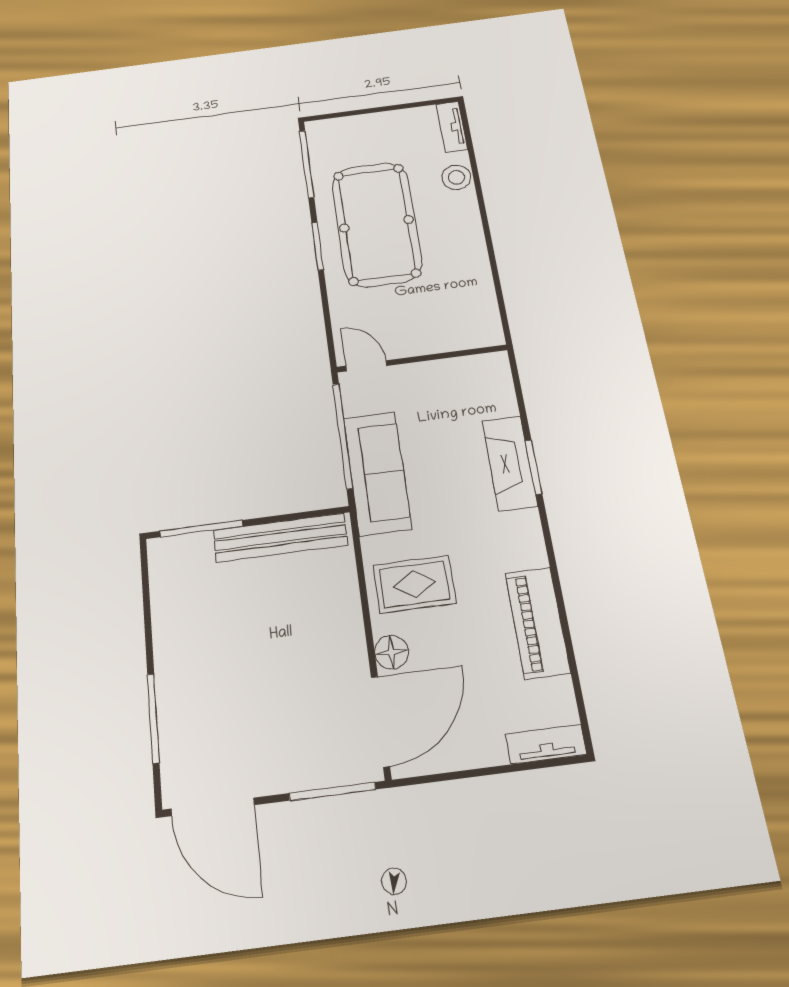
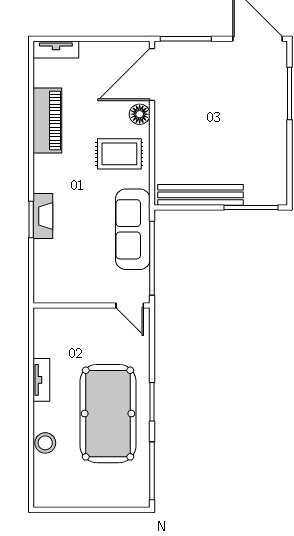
tv unit: (452, 127) -> (41, 380), moved
fireplace: (510, 463) -> (43, 216), width x0.73, depth x0.76

